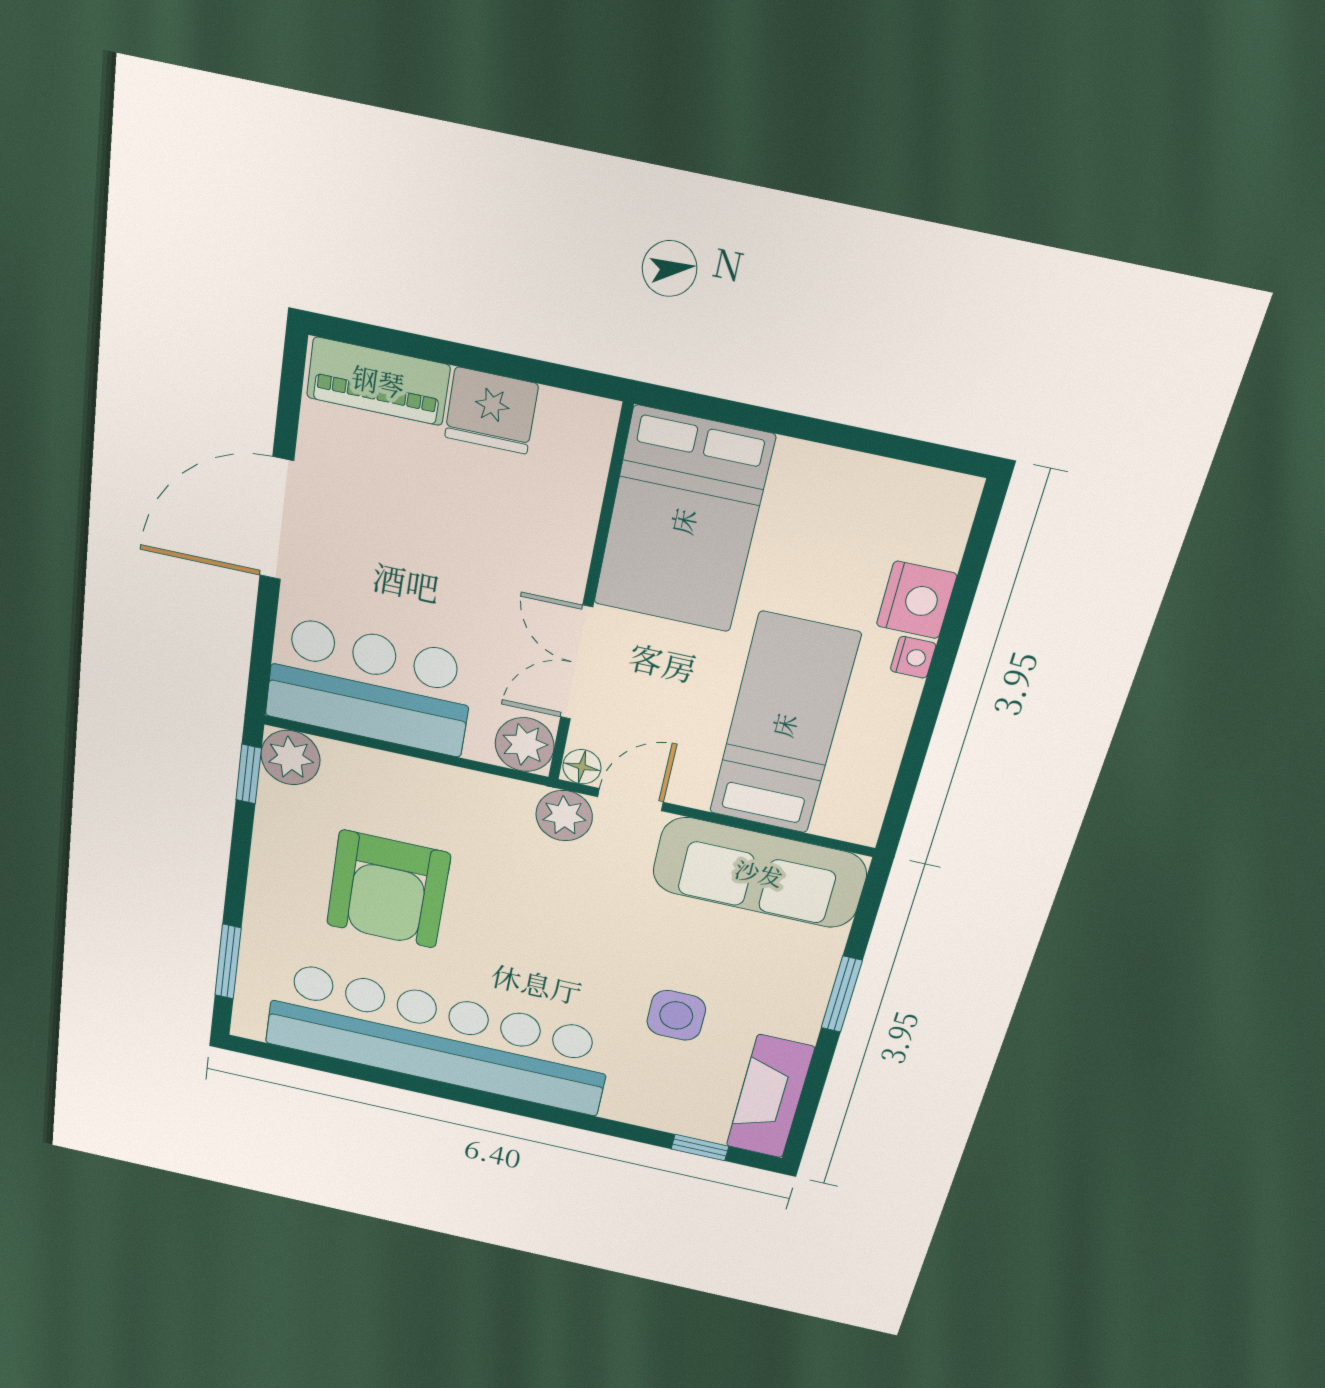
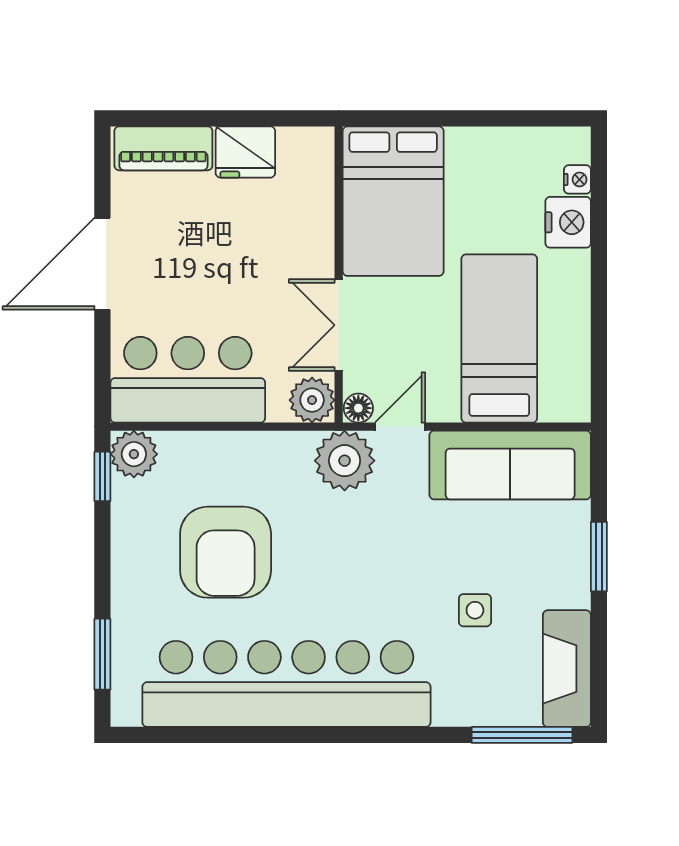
nightstand: (913, 657) -> (577, 179), moved
plant: (564, 816) -> (345, 461), width x1.36, depth x1.36
side table: (676, 1015) -> (475, 610), width x0.73, depth x0.73
window: (700, 1148) -> (522, 735), width x2.17

